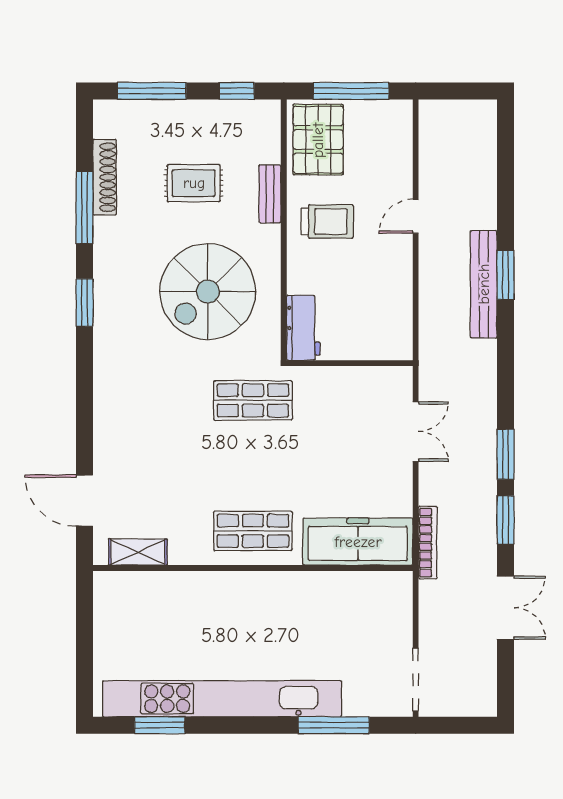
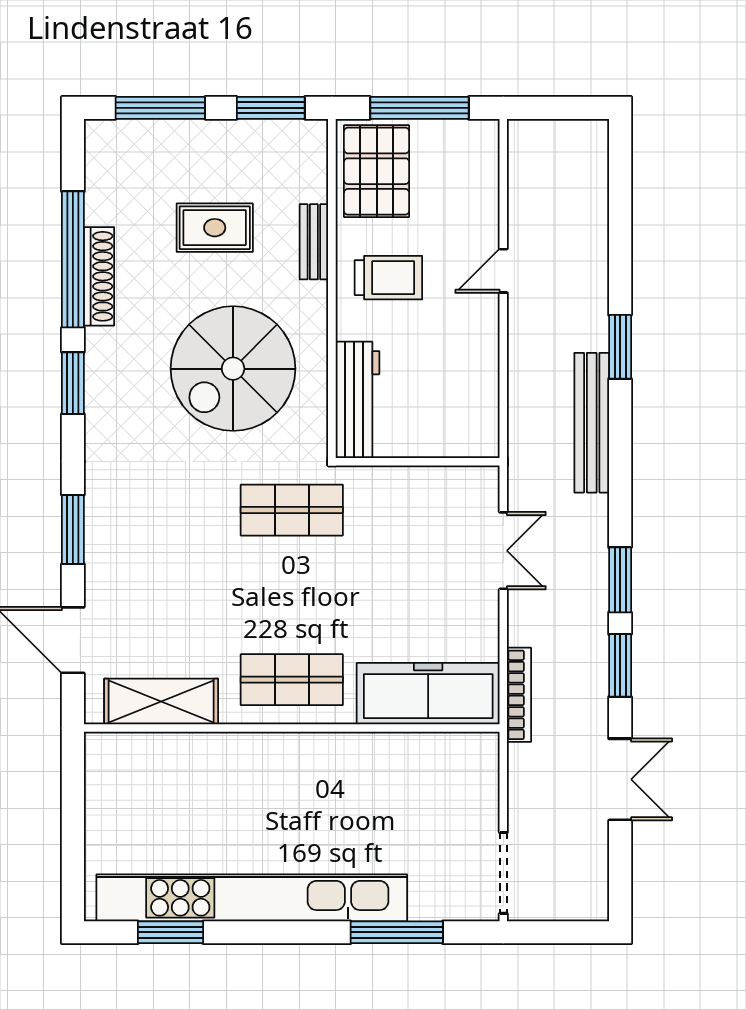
window: (237, 91) -> (271, 108), width x1.50
shoe rack: (105, 177) -> (99, 276), moved
window: (84, 208) -> (73, 259), width x1.46
bench: (484, 284) -> (592, 423), moved
workbench: (303, 328) -> (357, 400), width x1.37
window: (84, 415) -> (73, 529), added
shelving: (138, 552) -> (161, 702), width x1.50, depth x1.33

